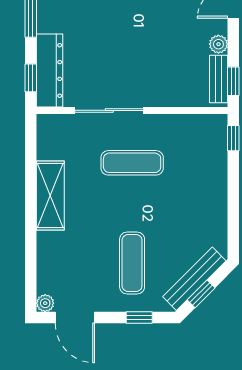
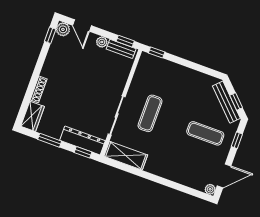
shelving: (50, 196) -> (126, 156), moved

